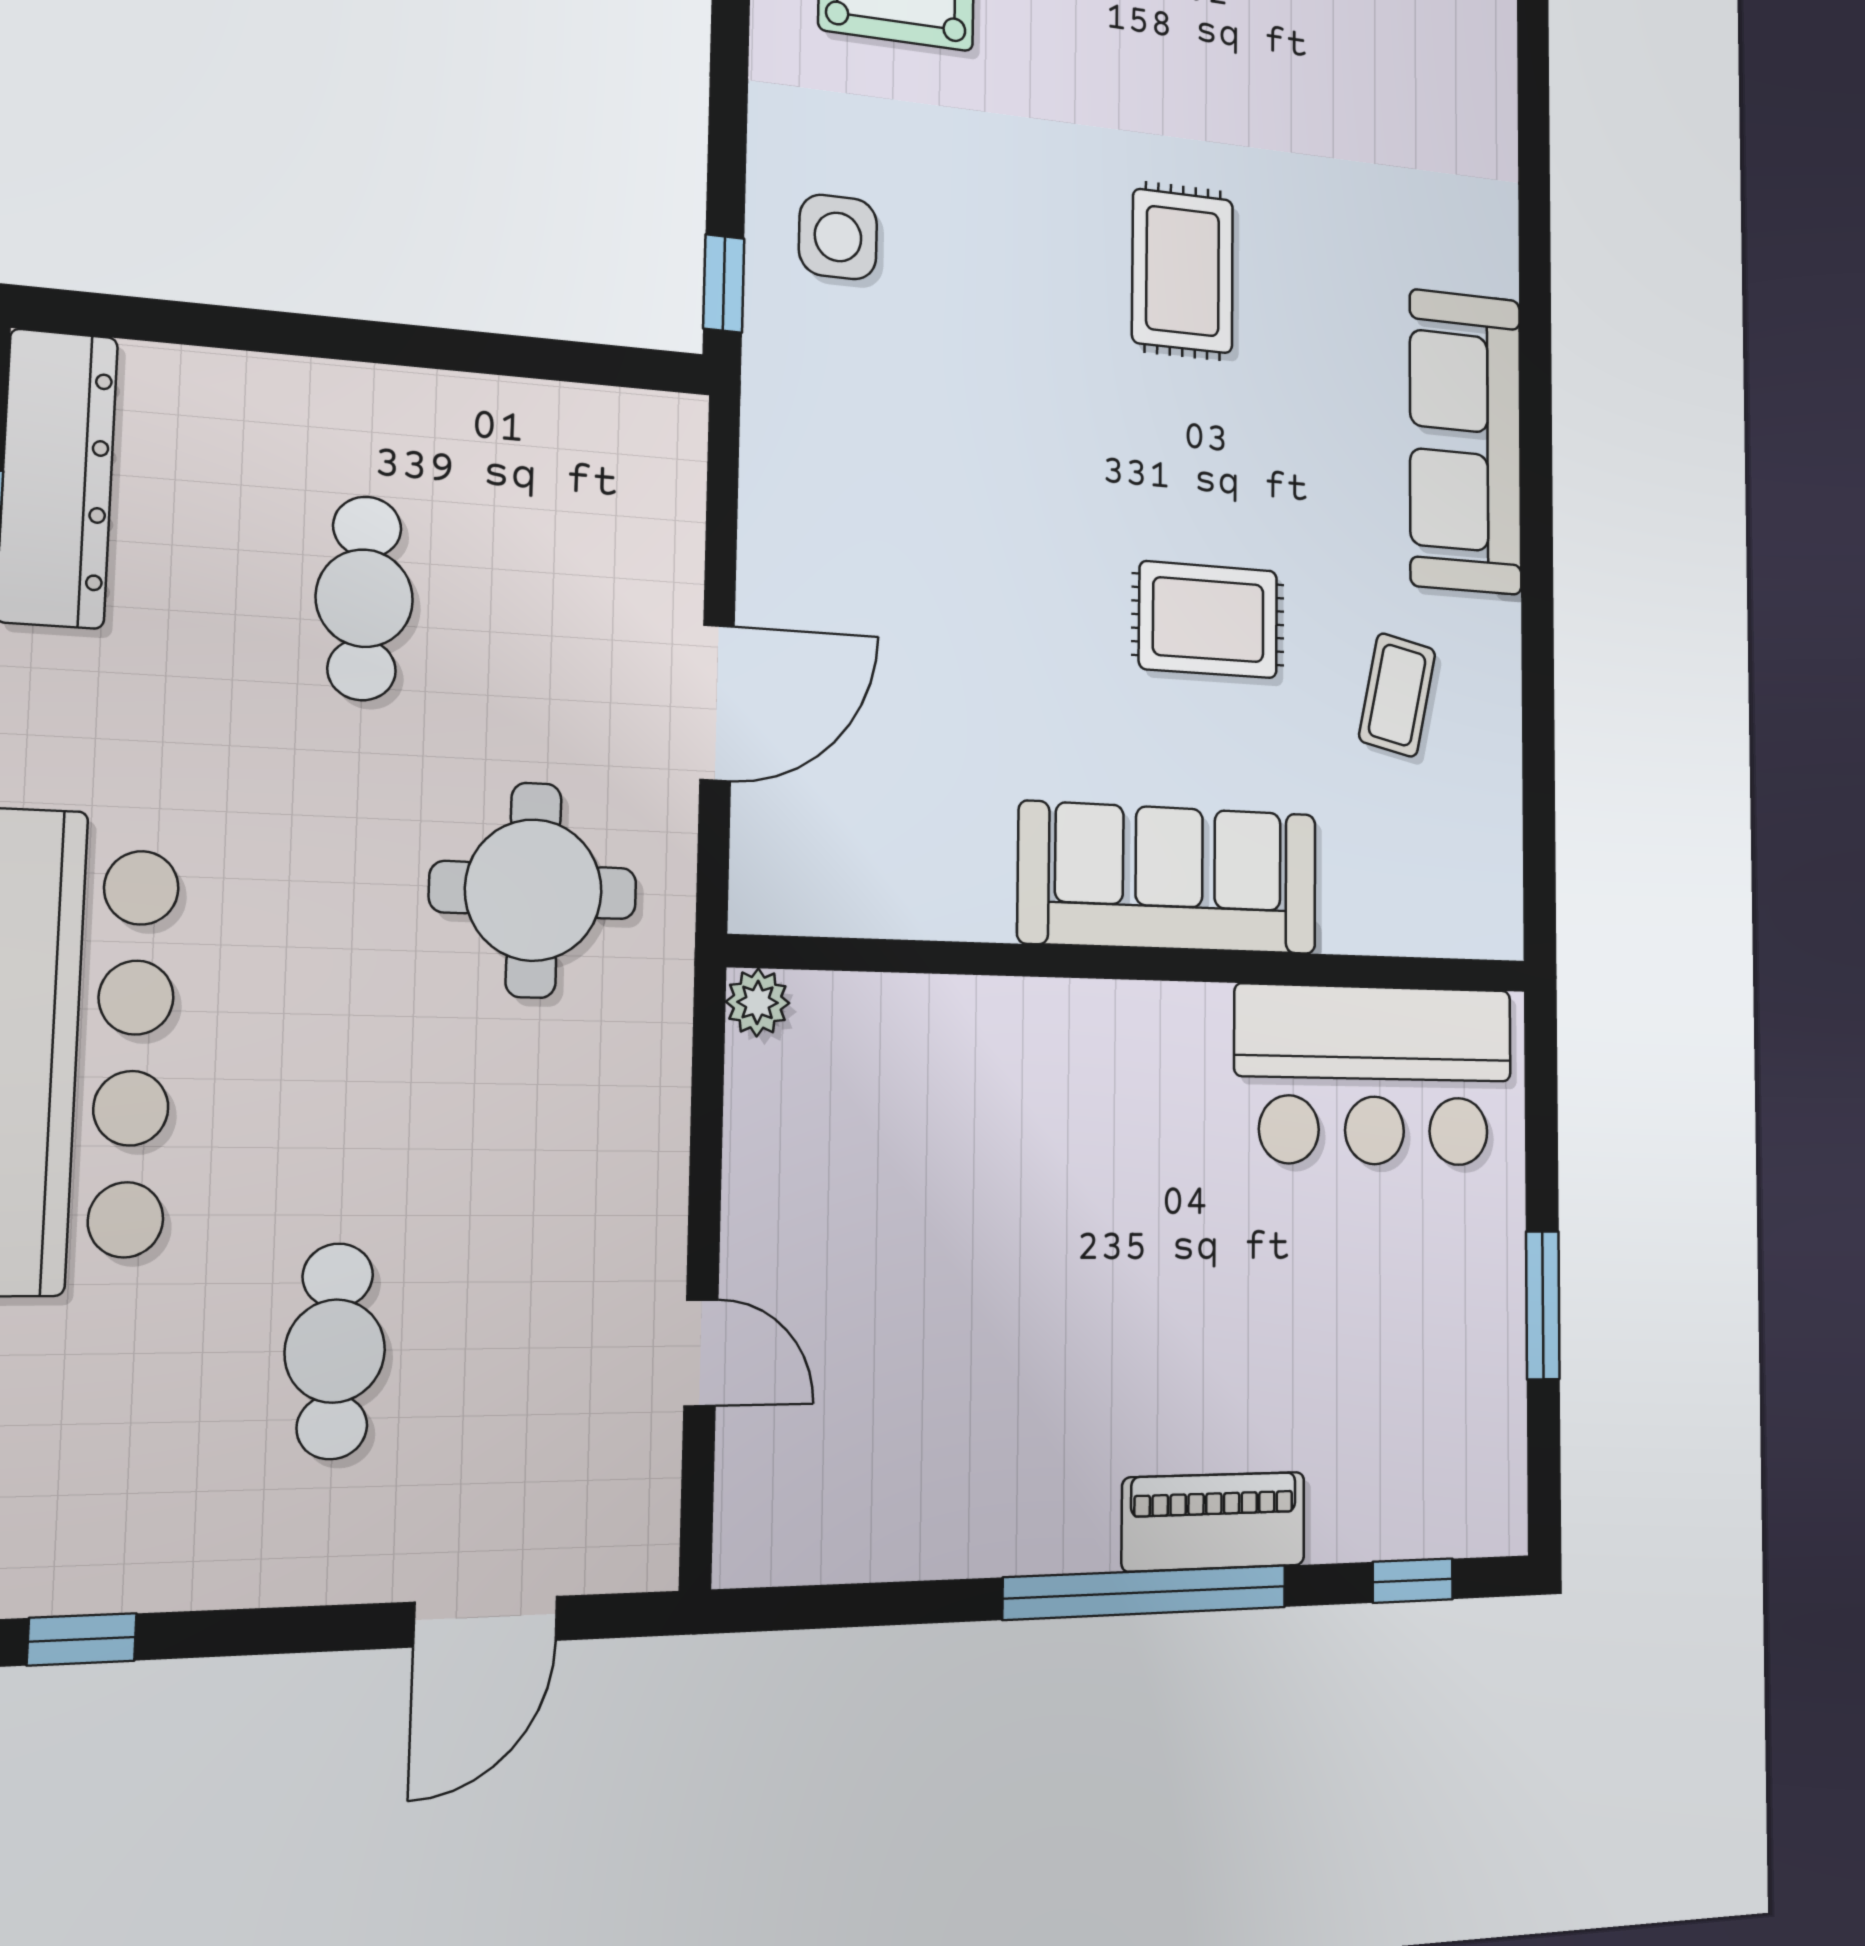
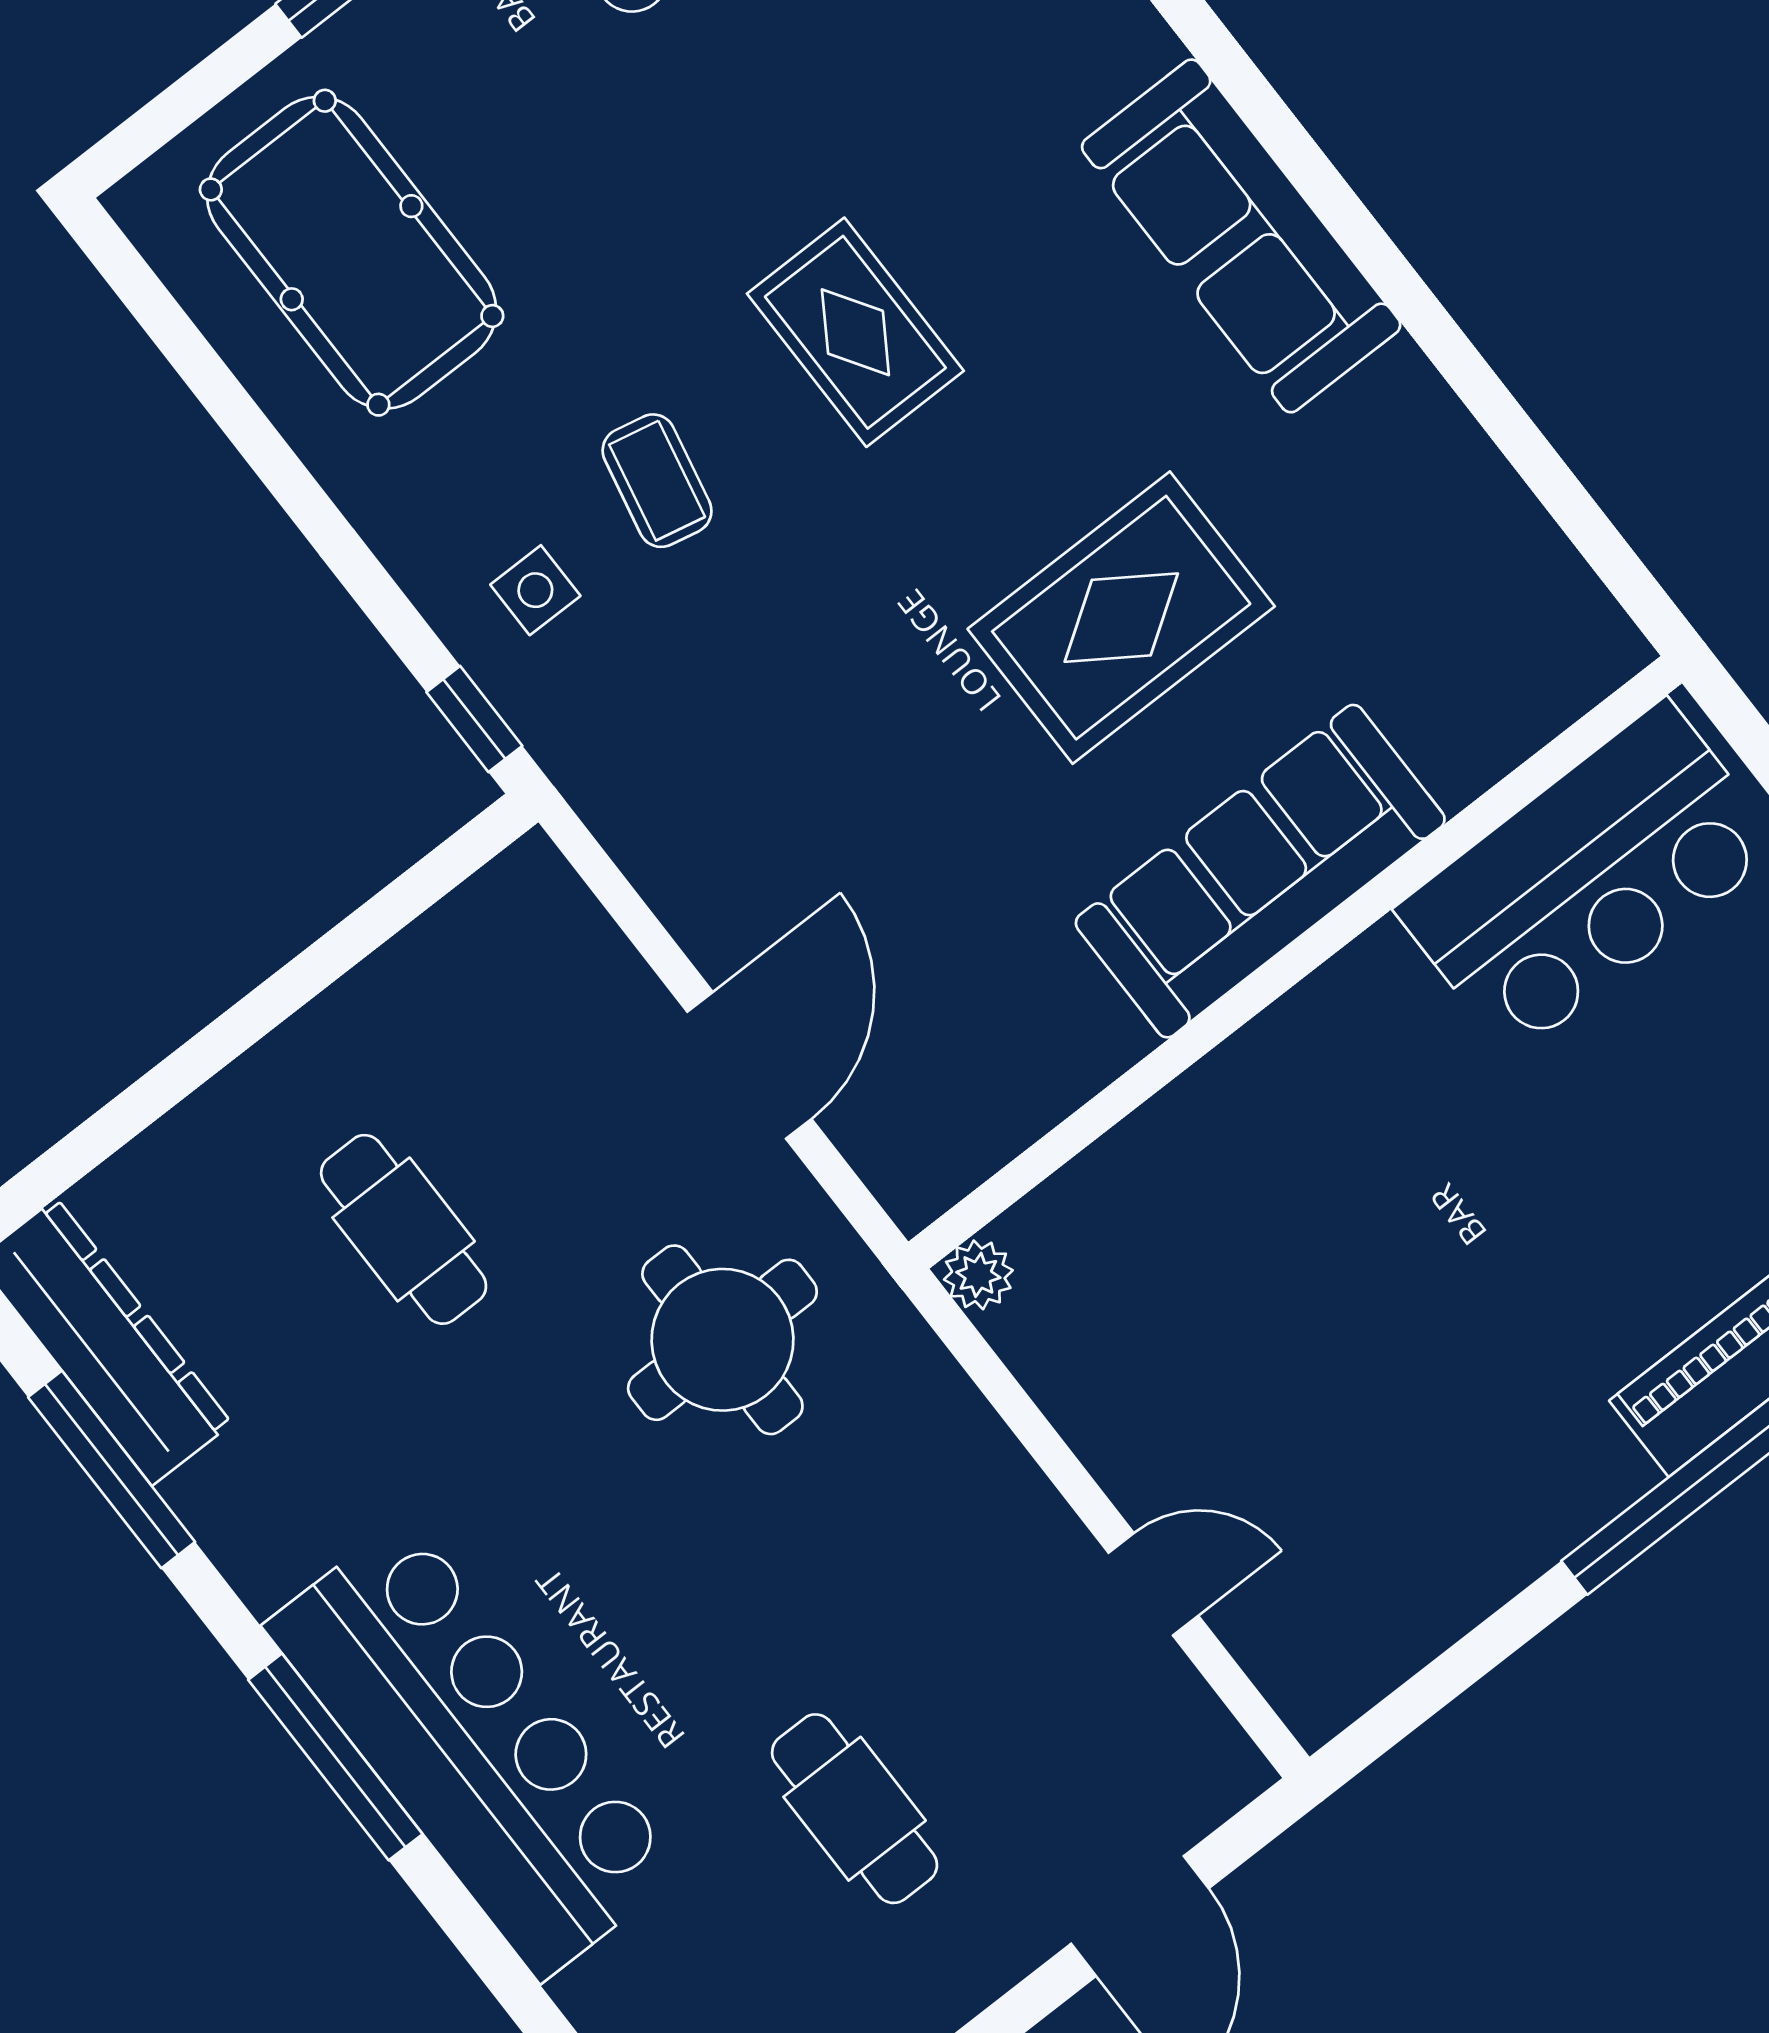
side table: (838, 237) -> (535, 590), width x0.73, depth x0.73
rug: (1208, 620) -> (1121, 618), width x1.36, depth x1.43
coffee table: (1397, 695) -> (657, 481), moved

